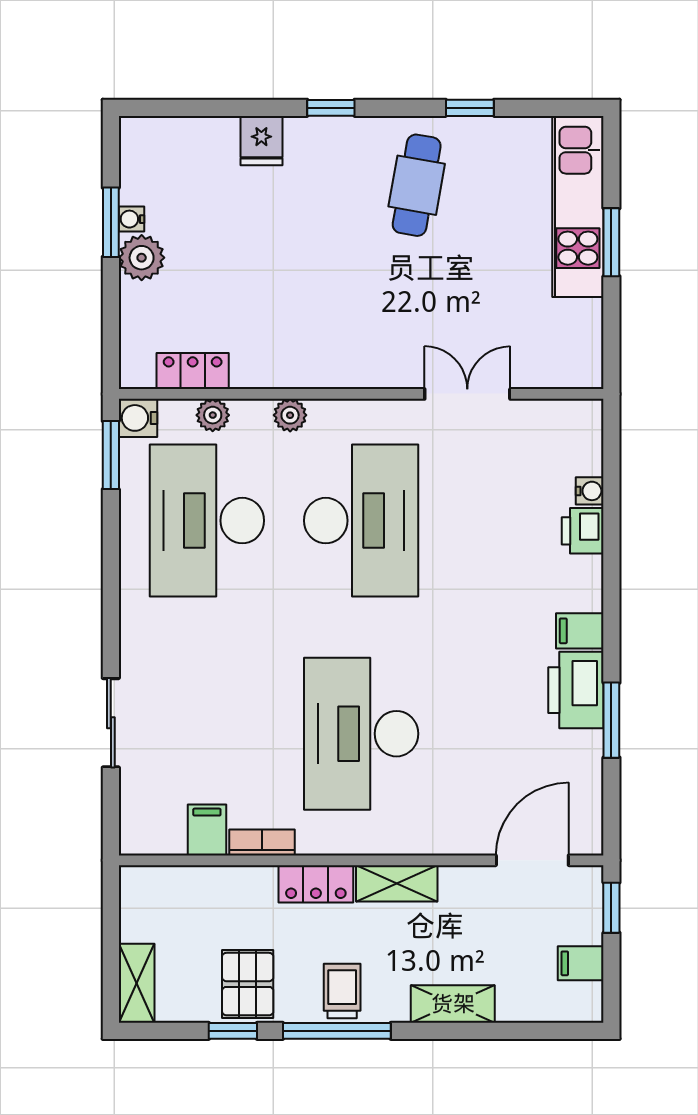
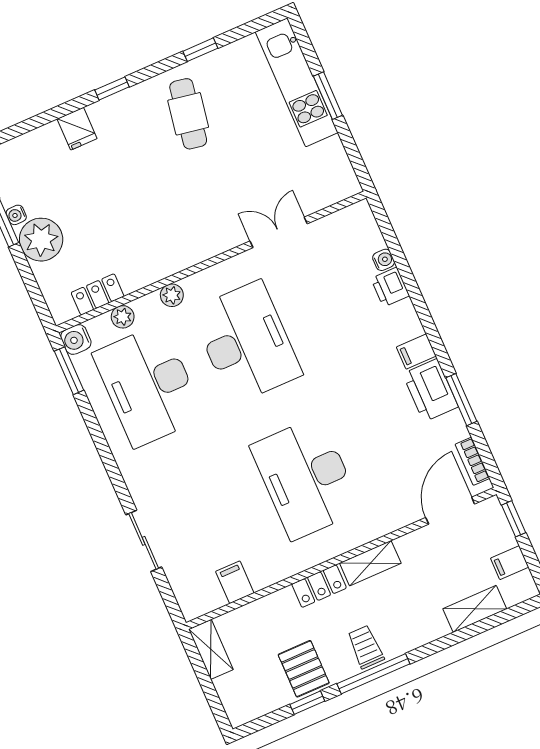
plant: (142, 258) -> (41, 240), width x1.36, depth x1.36
bookcase: (262, 842) -> (472, 461), moved, turned -90
shelving: (137, 983) -> (211, 649), moved
shelving: (453, 1004) -> (475, 609), moved

